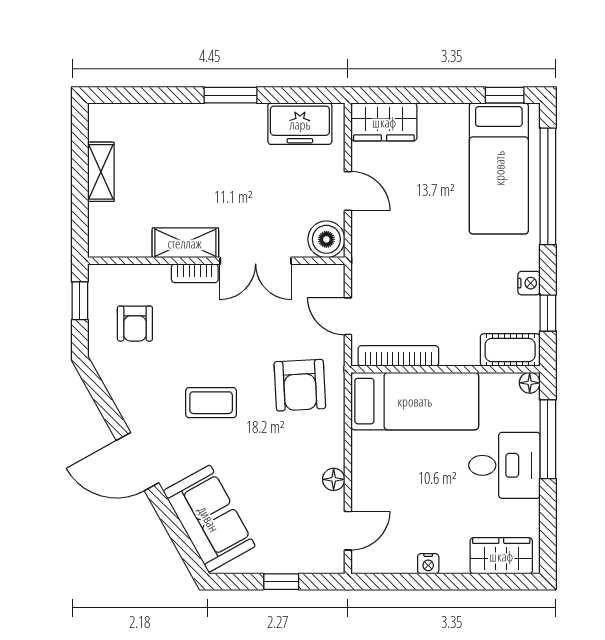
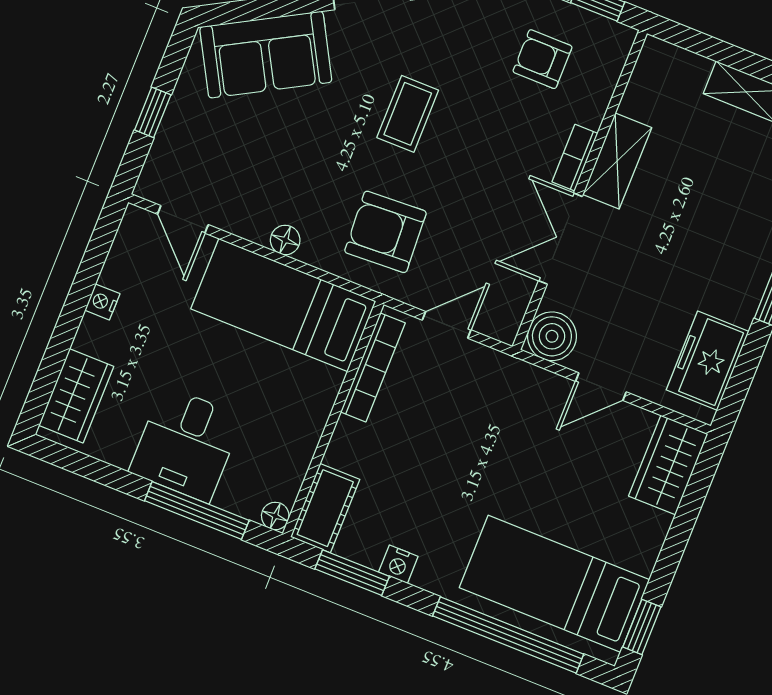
window: (548, 313) -> (352, 573), width x1.50
bed: (415, 401) -> (283, 305), moved, turned 90
floor lamp: (334, 479) -> (285, 240), moved

